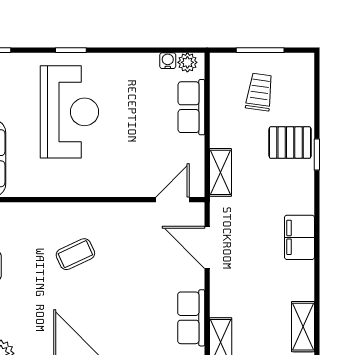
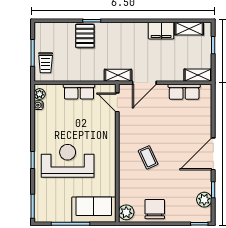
trolley: (260, 92) -> (46, 63), moved, turned -98
row of seats: (191, 107) -> (79, 92), moved
shelving: (221, 172) -> (118, 75), moved
filing cabinet: (299, 237) -> (161, 31), moved

